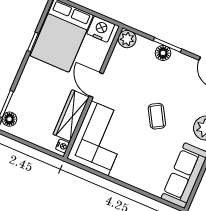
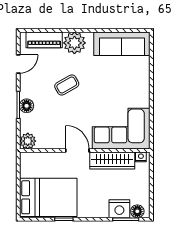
nightstand: (101, 29) -> (119, 209), moved, turned -90
door: (96, 85) -> (77, 151), swing flipped
coffee table: (157, 116) -> (67, 85), moved

